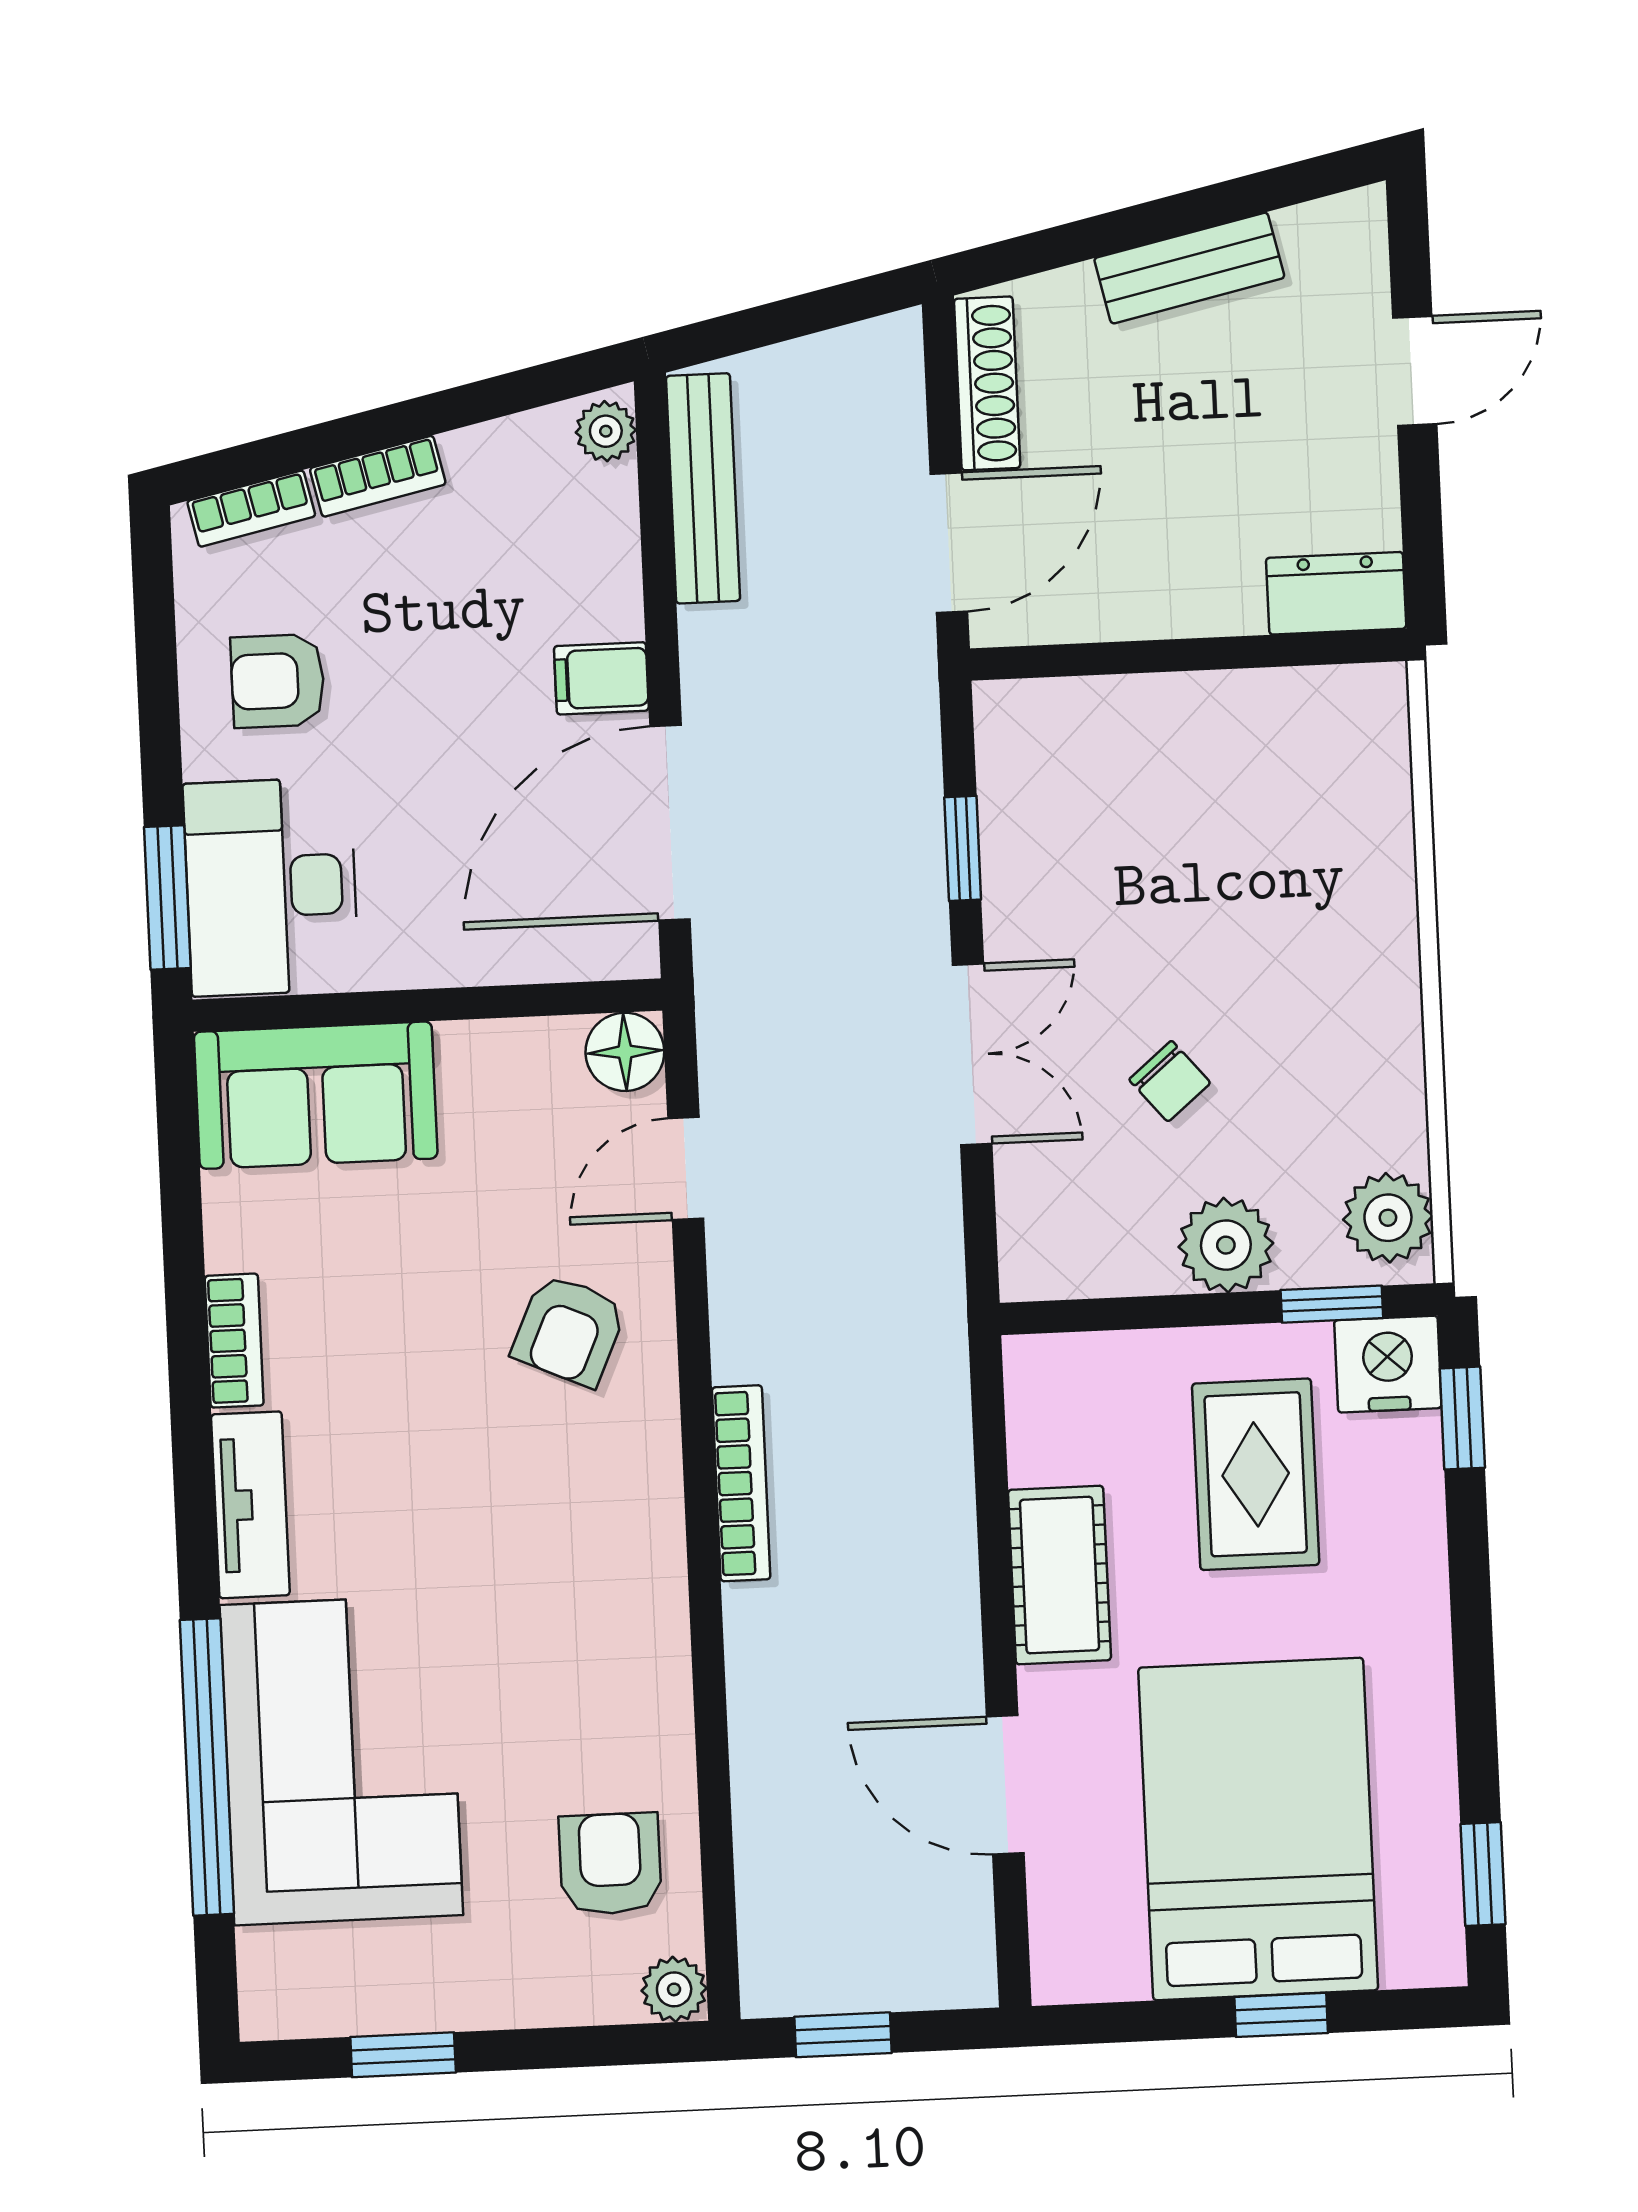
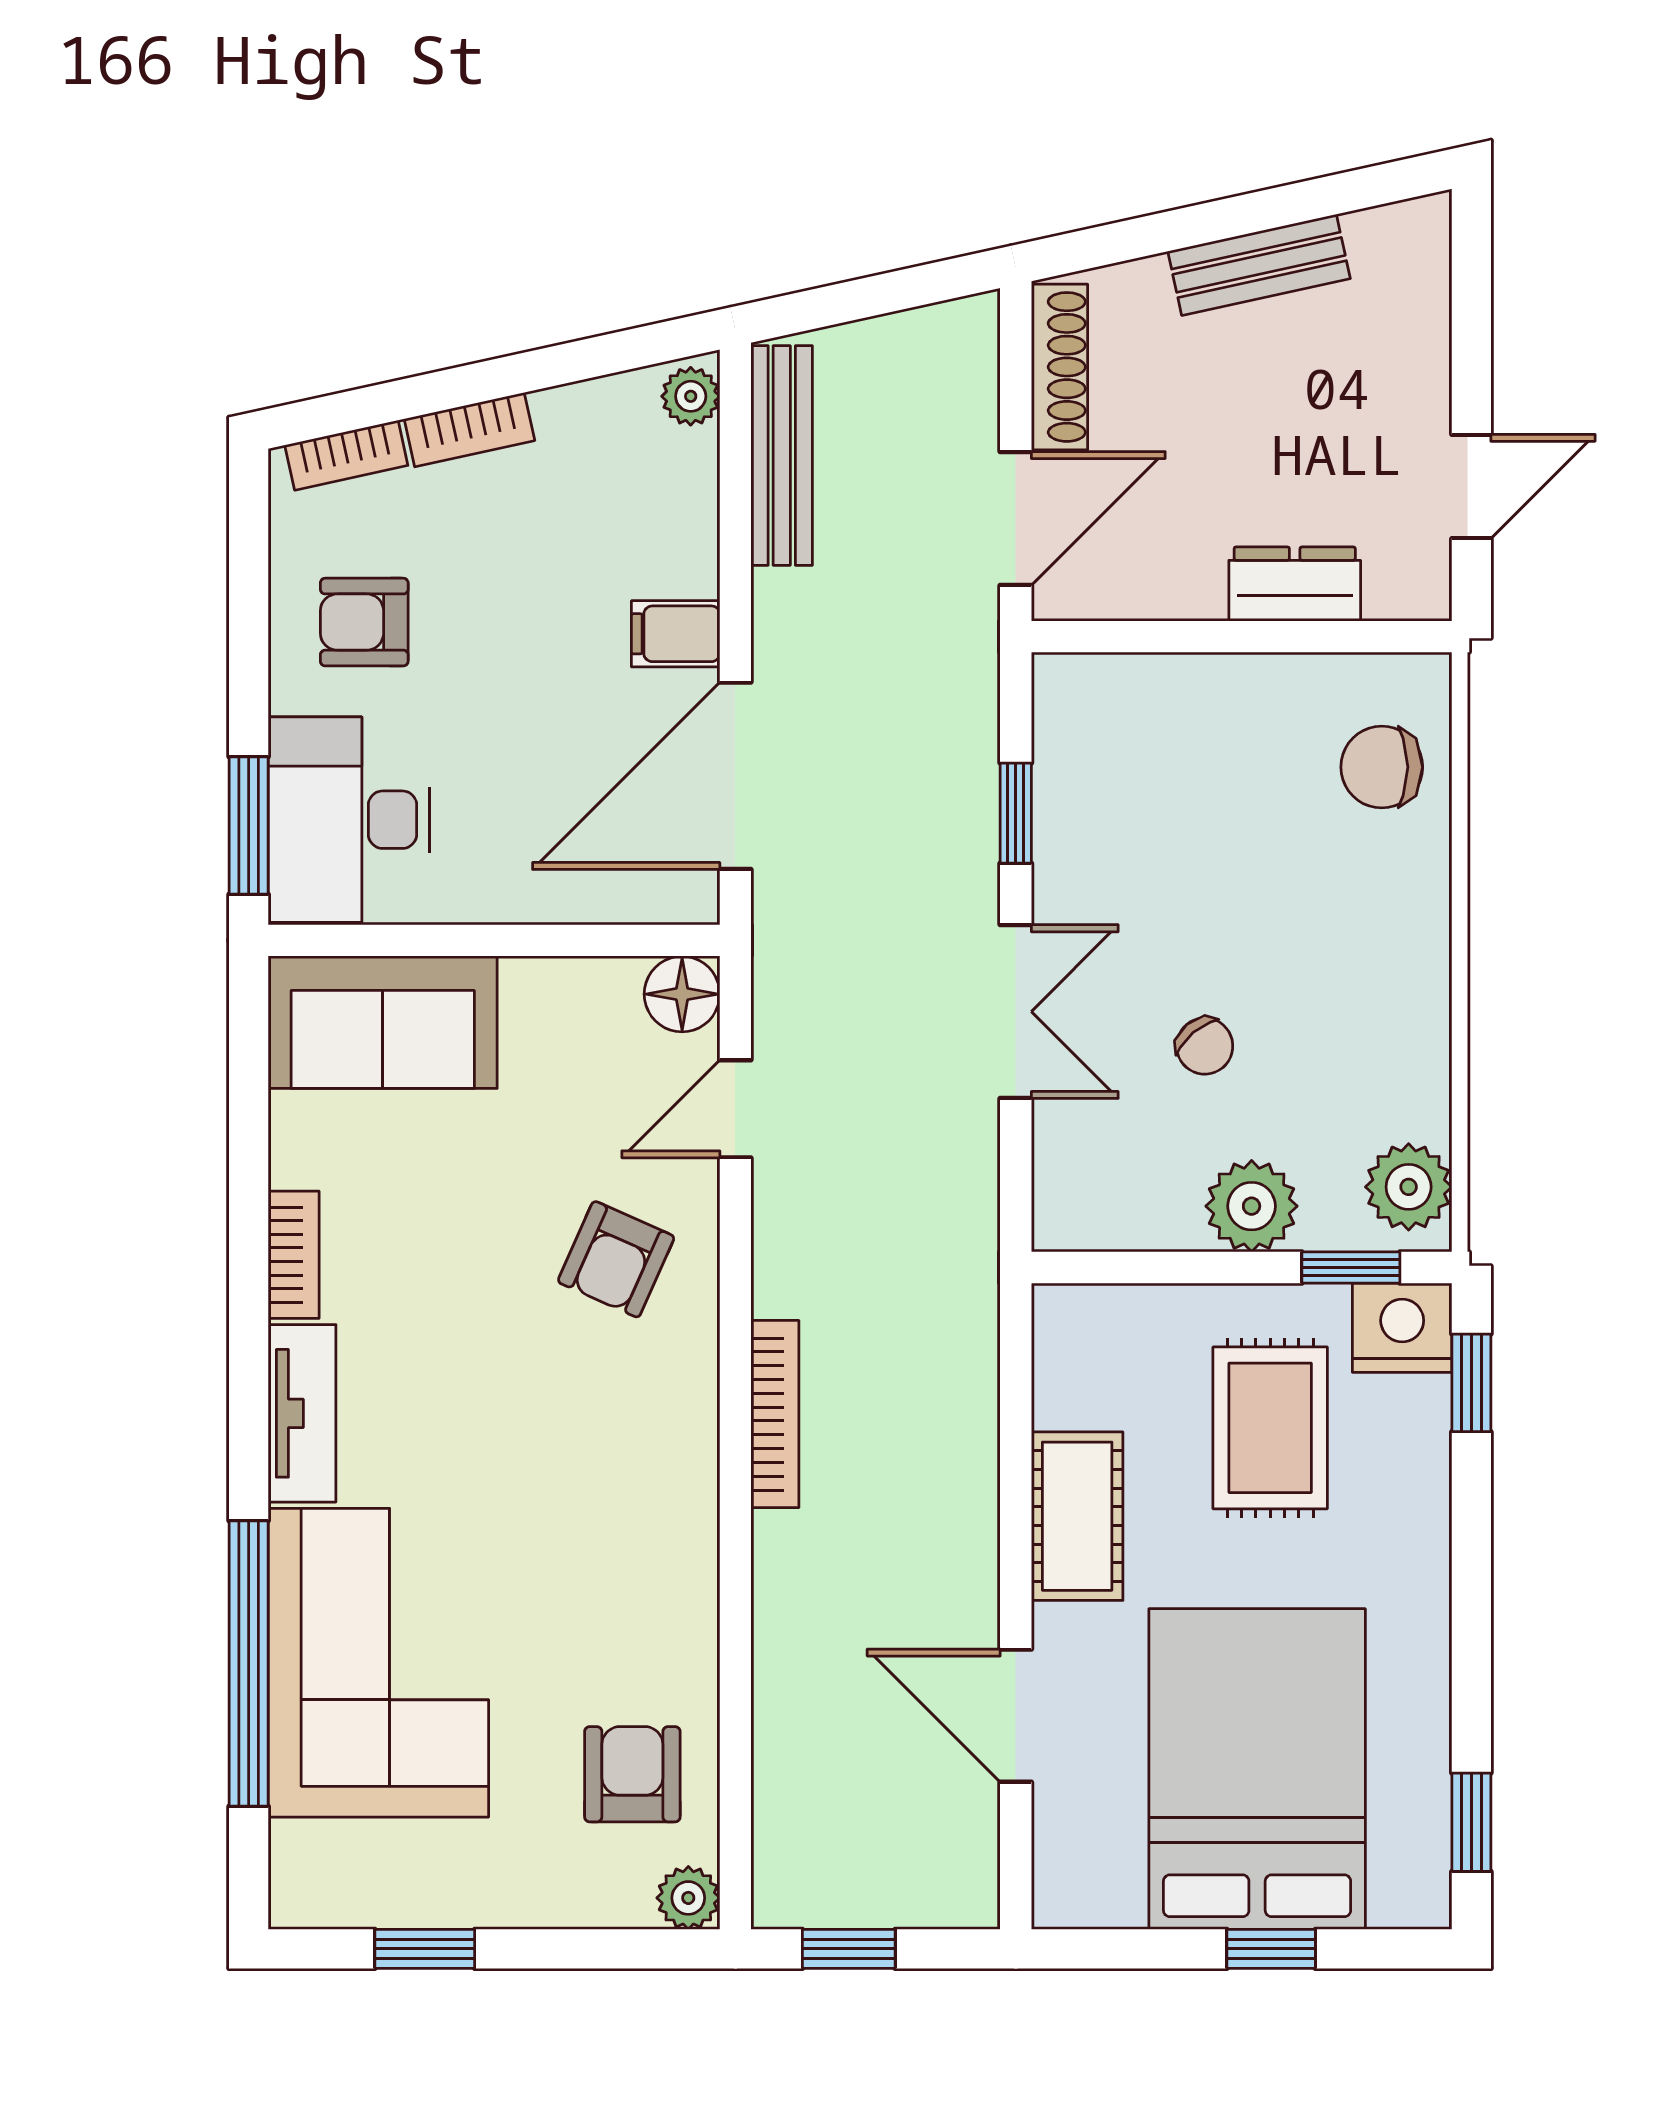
door: (1415, 371) -> (1471, 486), moved
dresser: (1336, 593) -> (1295, 584), moved
chair: (1340, 783) -> (1382, 767), added

